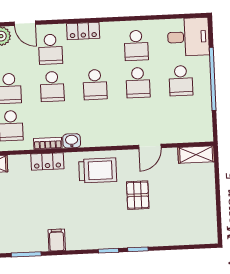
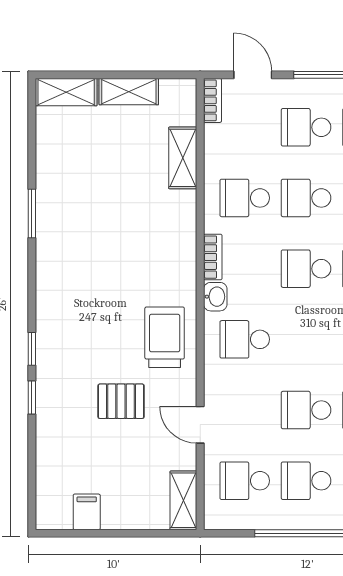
school desk: (95, 85) -> (245, 339), moved
school desk: (183, 118) -> (245, 481), added
locker: (47, 161) -> (183, 255), removed
trolley: (98, 170) -> (165, 337), turned 180
filing cabinet: (57, 240) -> (87, 512), moved, turned -90

